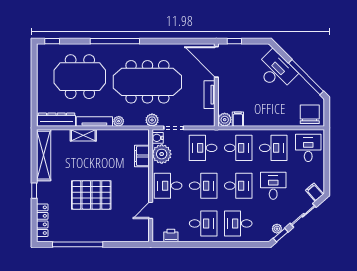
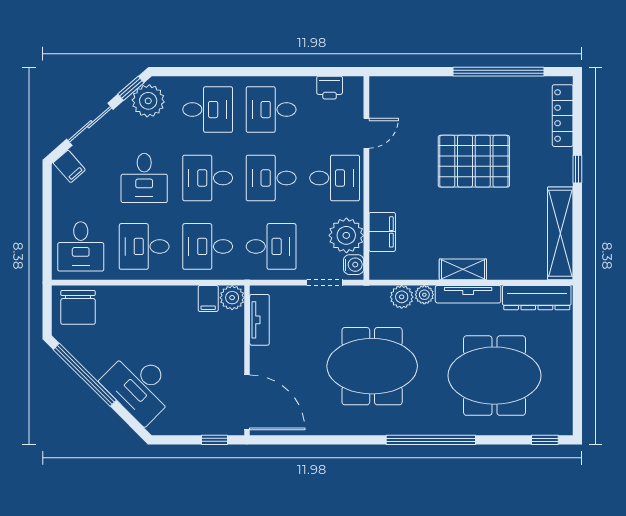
meeting table: (147, 82) -> (372, 366), width x0.73
tv unit: (210, 95) -> (259, 320), moved
plant: (152, 120) -> (402, 297), moved
shelving: (83, 135) -> (463, 269), moved
plant: (277, 229) -> (148, 101), width x1.87, depth x1.87

